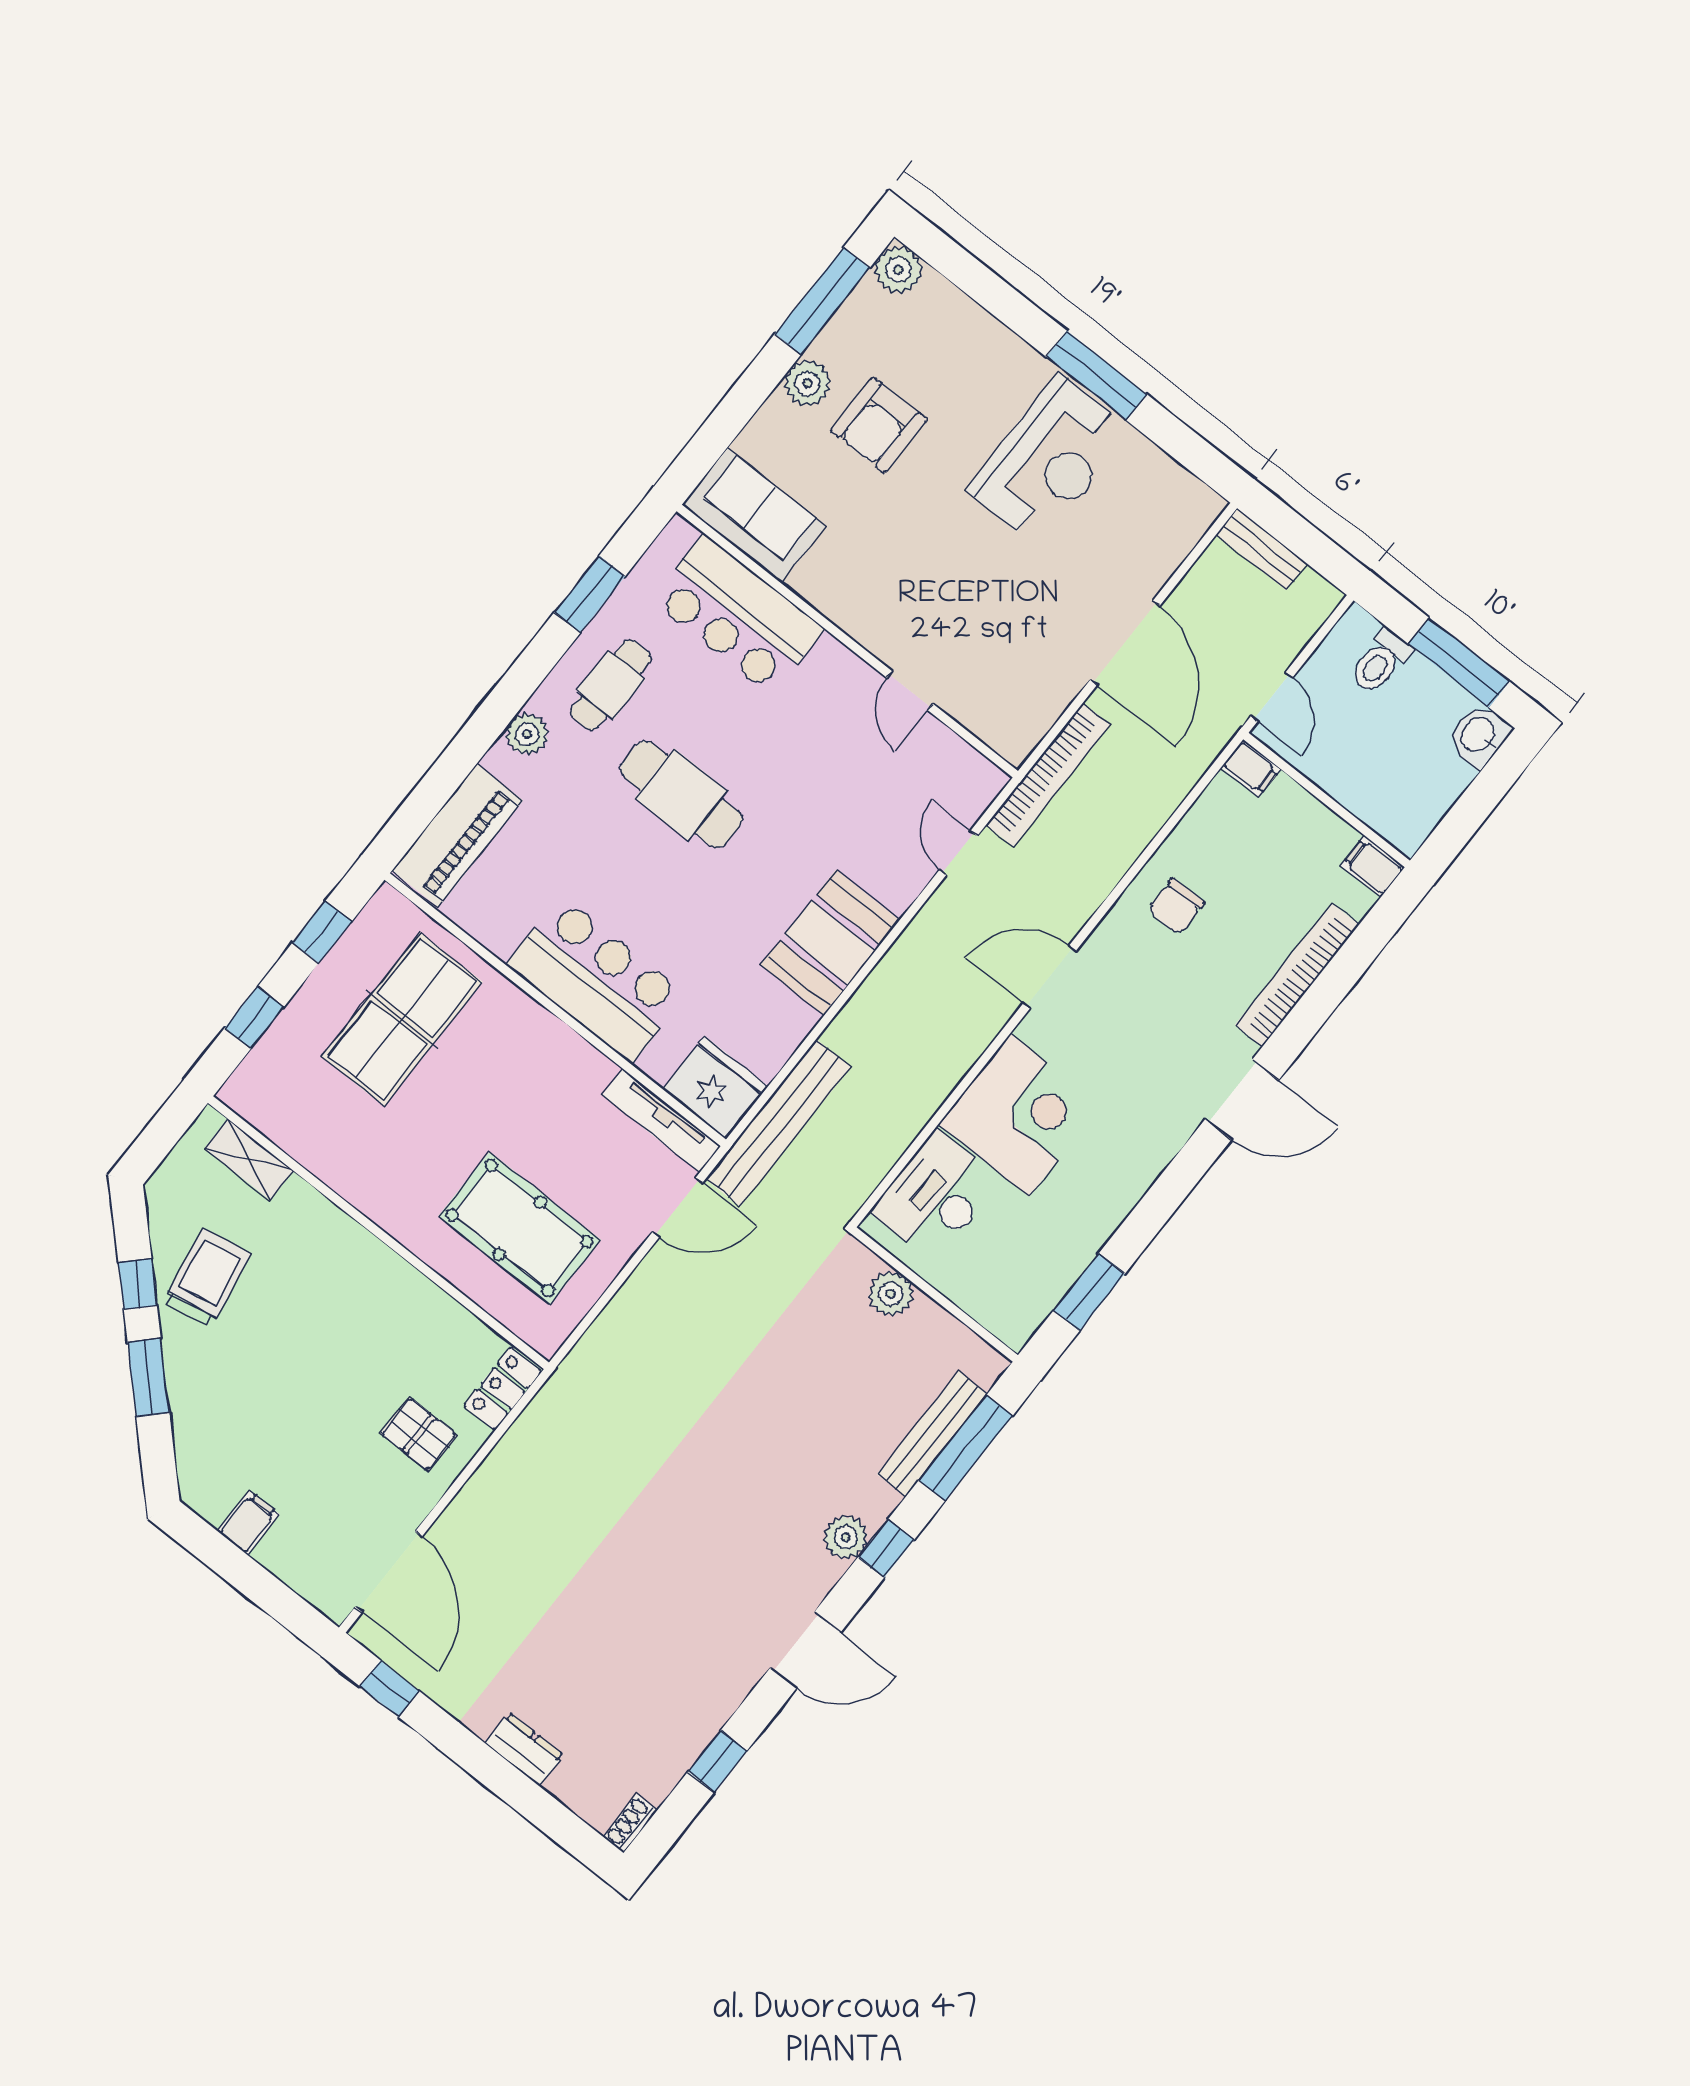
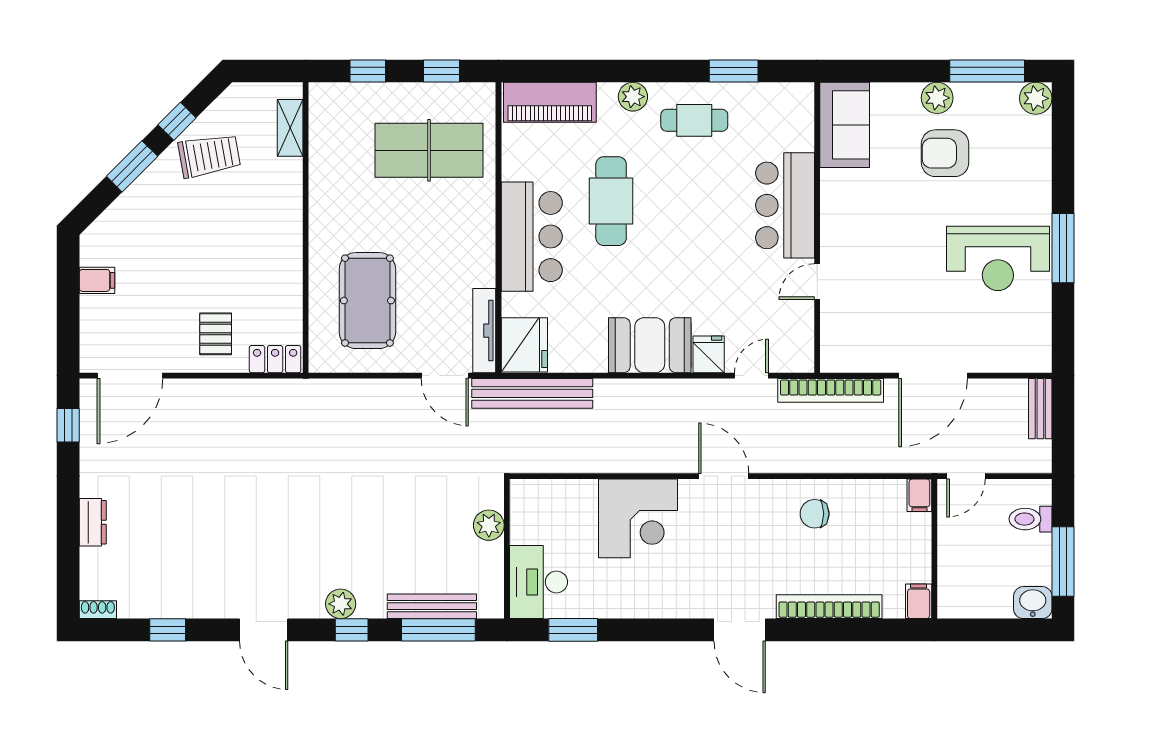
bar counter: (738, 615) -> (785, 205), moved
cafe table: (681, 794) -> (611, 201), moved
fridge: (895, 883) -> (709, 354), added
desk: (936, 1196) -> (539, 582), moved, turned -90

